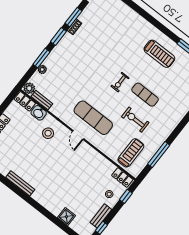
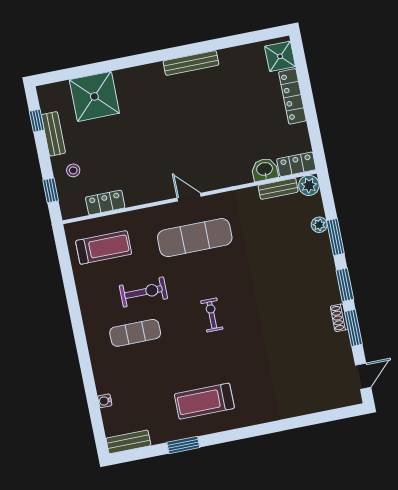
exercise mat: (145, 95) -> (135, 333), moved
stool: (48, 133) -> (226, 159), removed
treadmill: (131, 153) -> (104, 247), turned -90
window: (159, 155) -> (69, 283), removed
locker: (122, 177) -> (105, 202), moved
shower: (66, 217) -> (94, 96), width x1.86, depth x1.86

